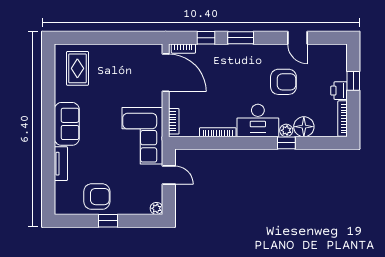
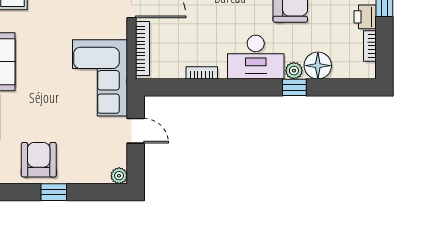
bookcase: (343, 119) -> (370, 46), width x0.64
bookcase: (174, 121) -> (142, 48), width x1.56
bookcase: (218, 132) -> (202, 73), width x0.64
armchair: (97, 197) -> (39, 160), turned -90

